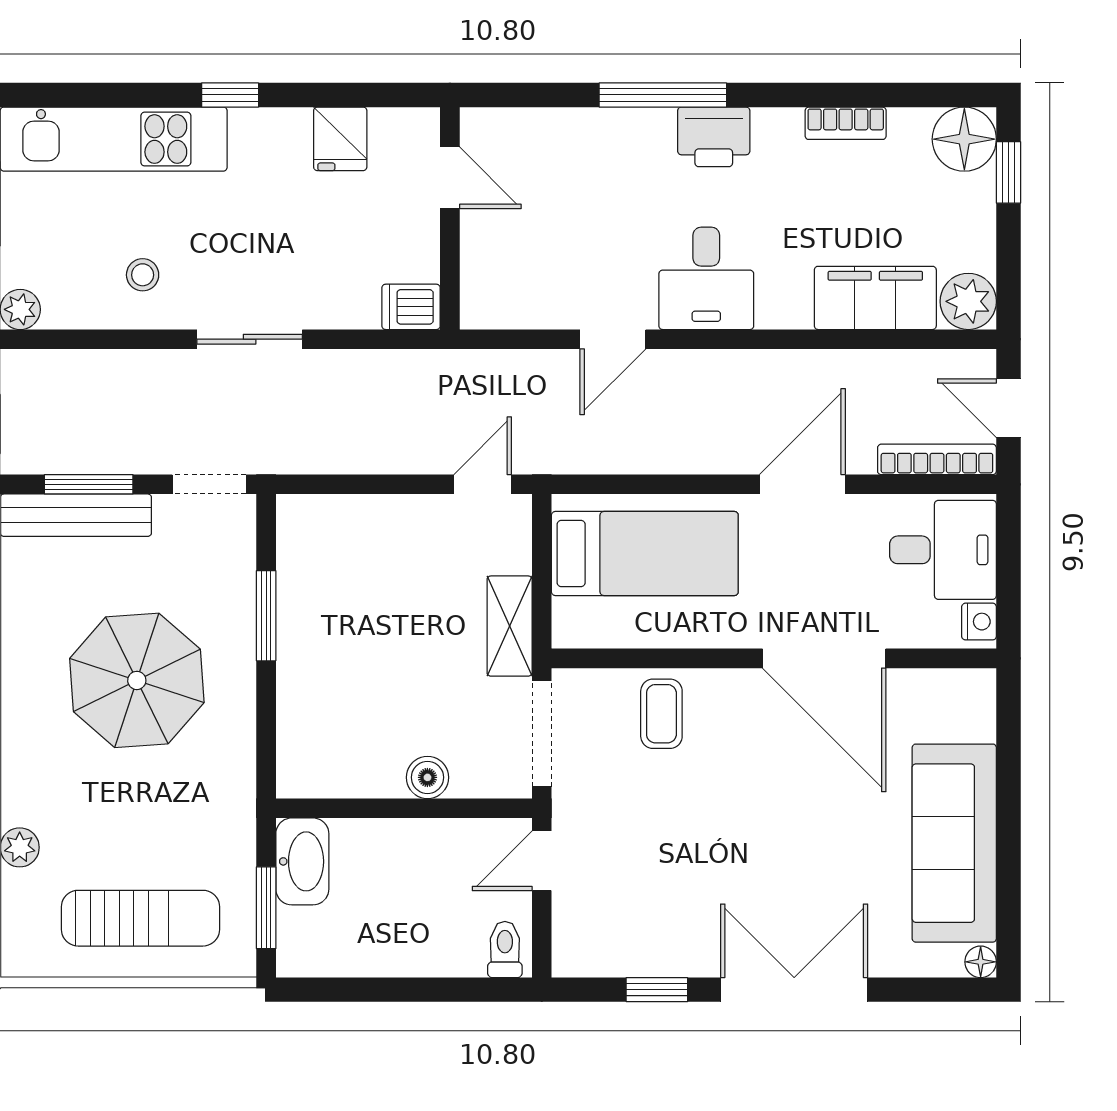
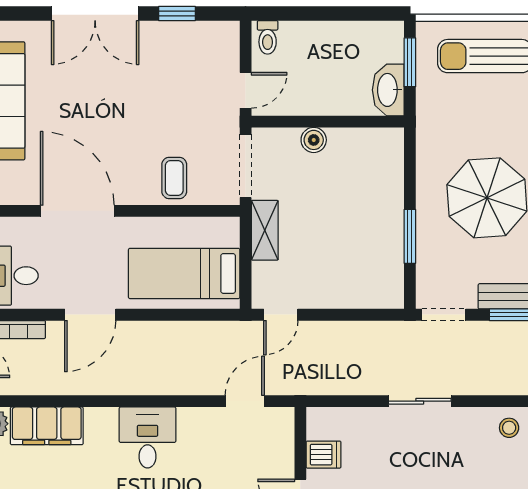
stool: (143, 275) -> (509, 428), moved
dishwasher: (411, 307) -> (324, 455), moved
door: (613, 339) -> (245, 401), moved

